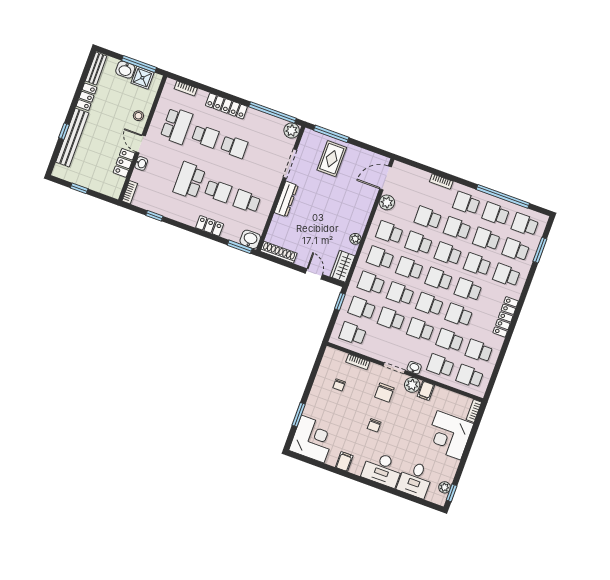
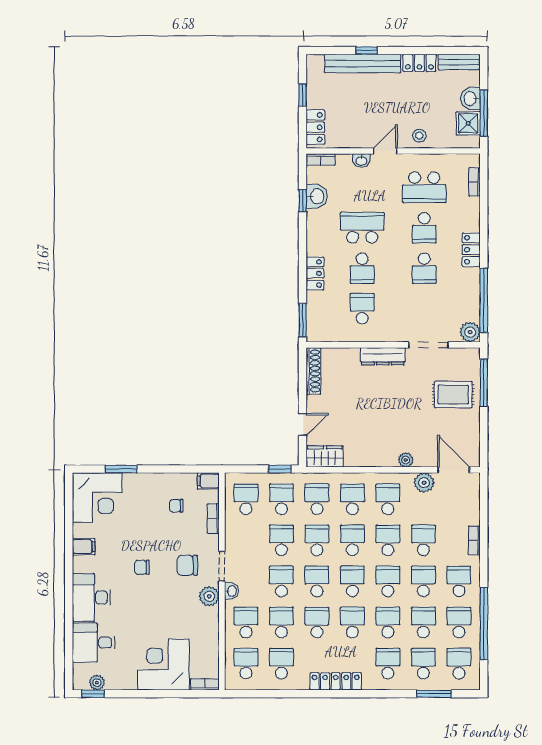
locker: (226, 106) -> (471, 250), width x0.66
locker: (124, 163) -> (315, 127), moved, turned 90
washbasin: (250, 239) -> (317, 196), moved
plant: (355, 239) -> (406, 460), moved
filing cabinet: (426, 391) -> (208, 481), moved

